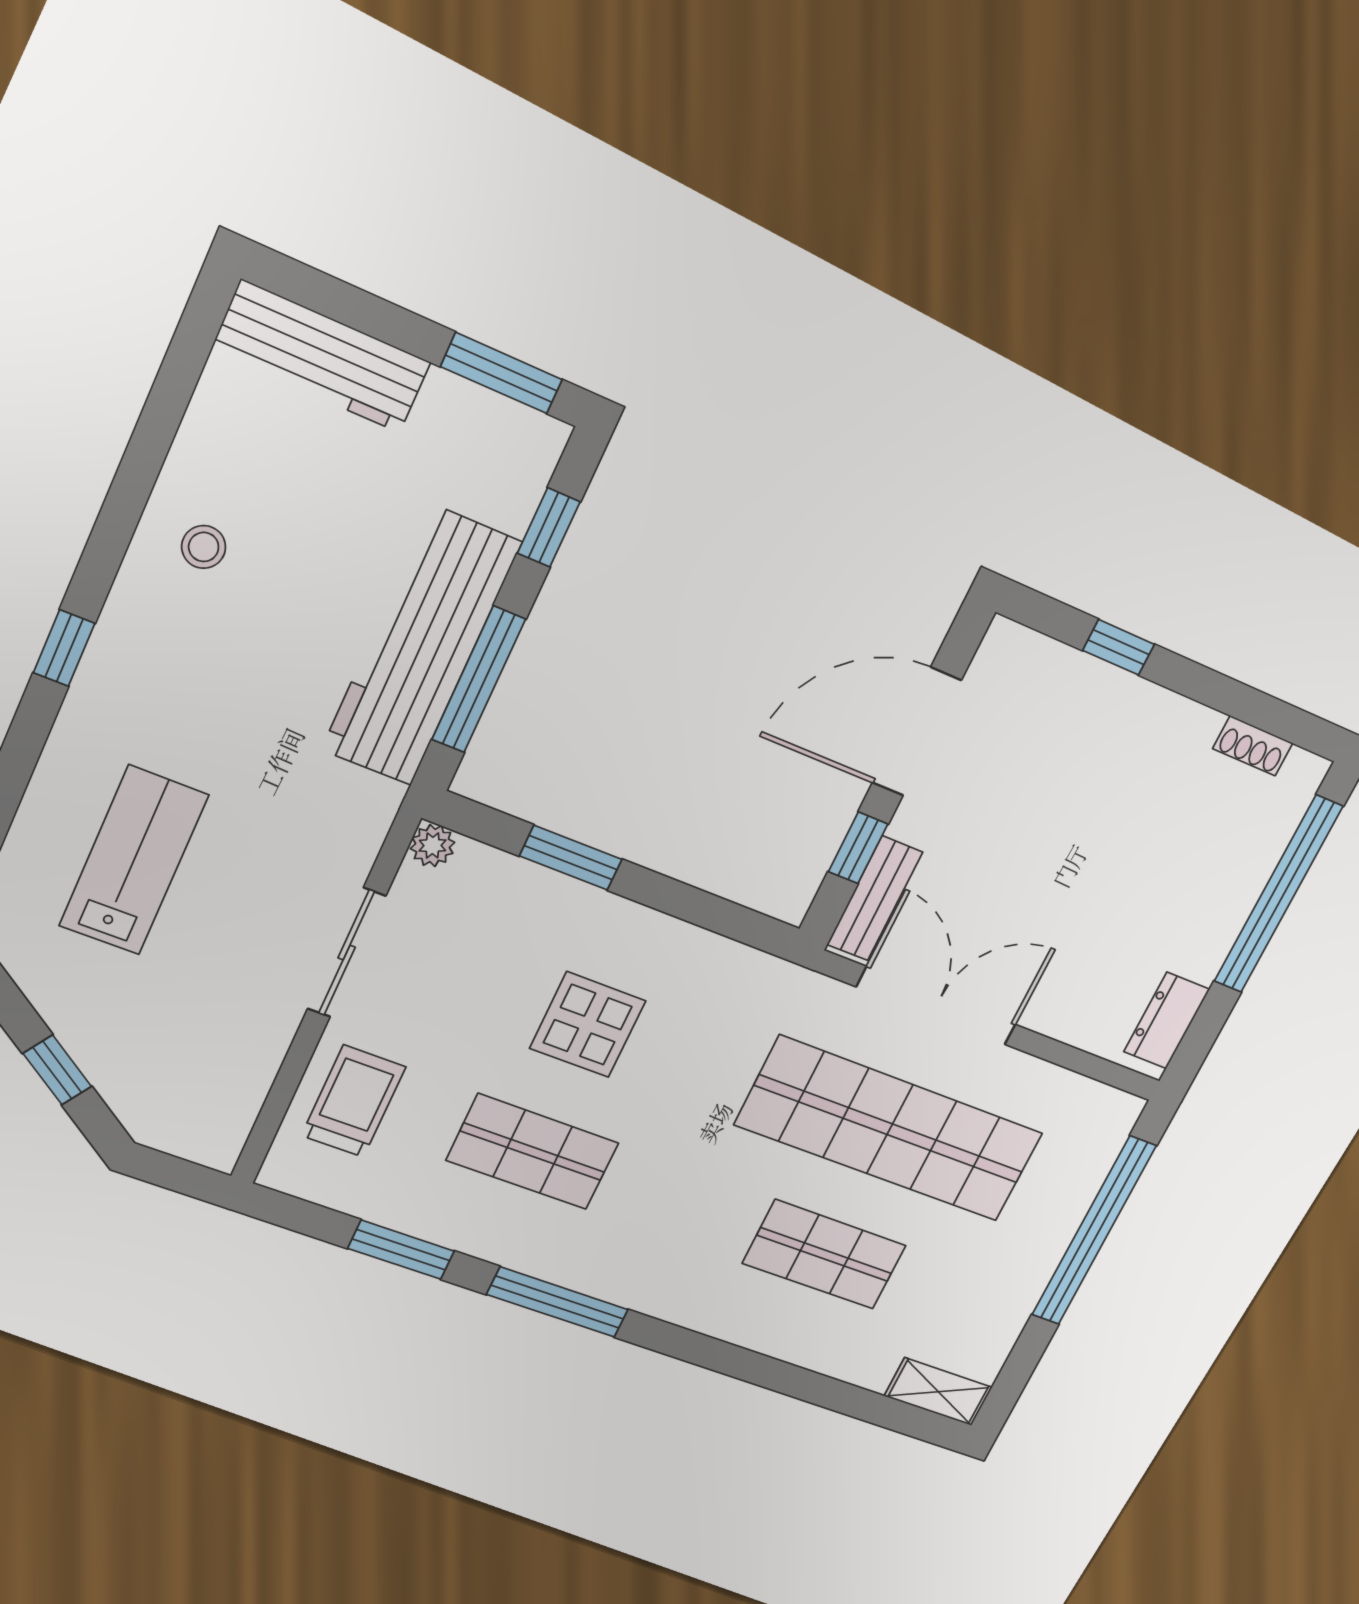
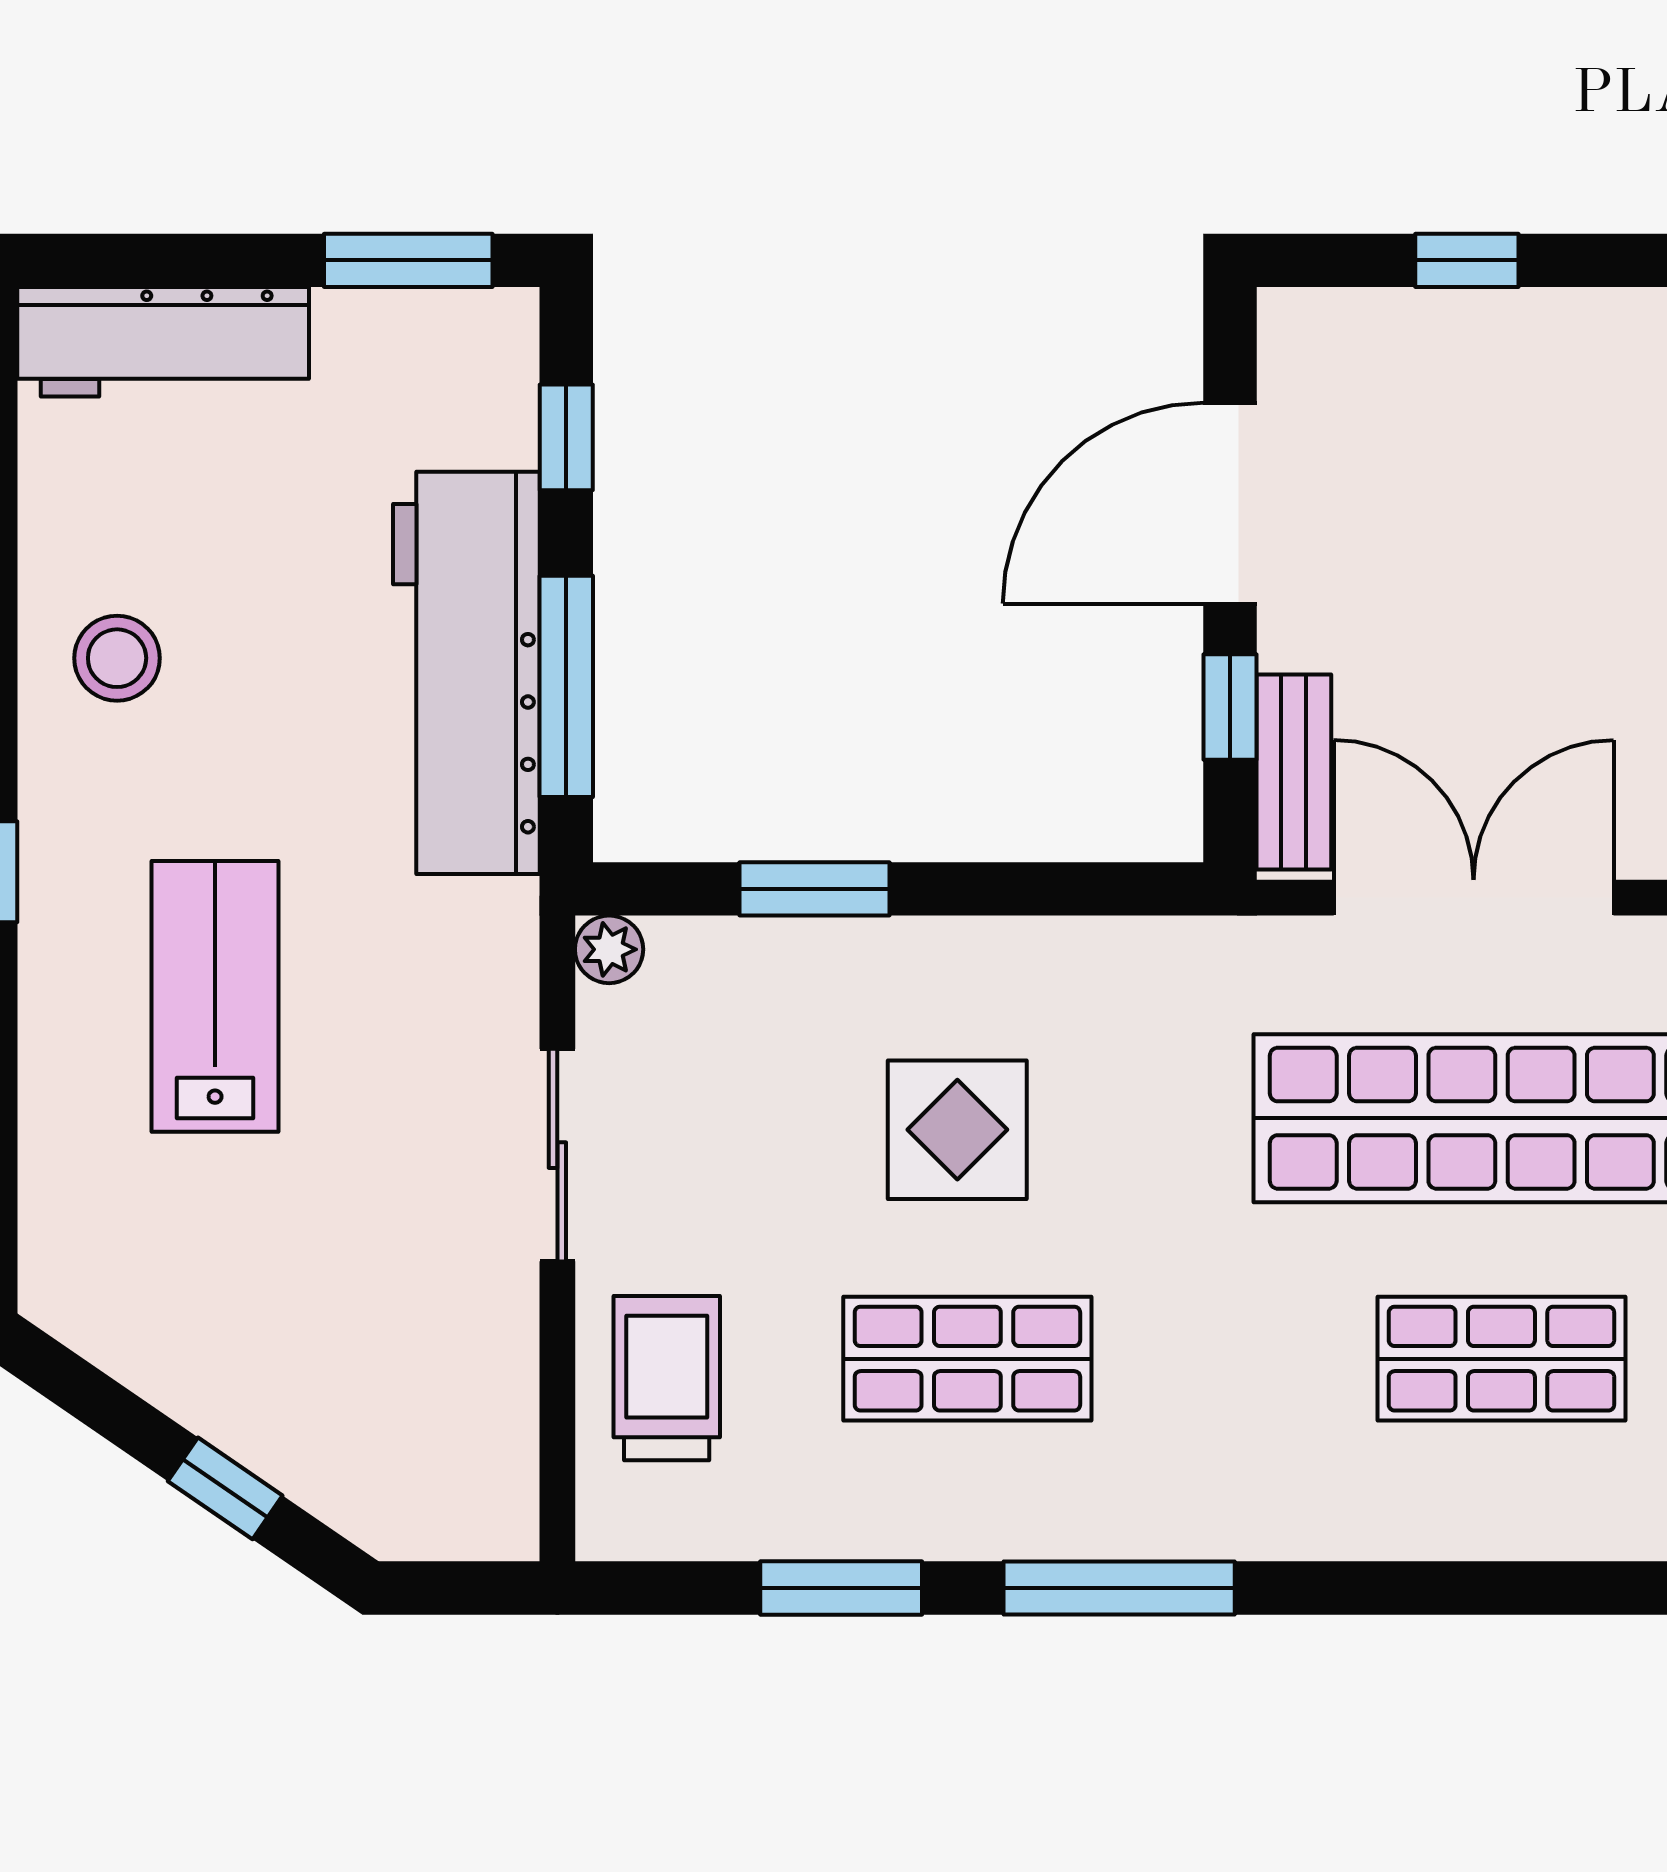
stool: (204, 547) -> (117, 658), width x1.37, depth x1.37
lab bench: (134, 860) -> (215, 996), moved

